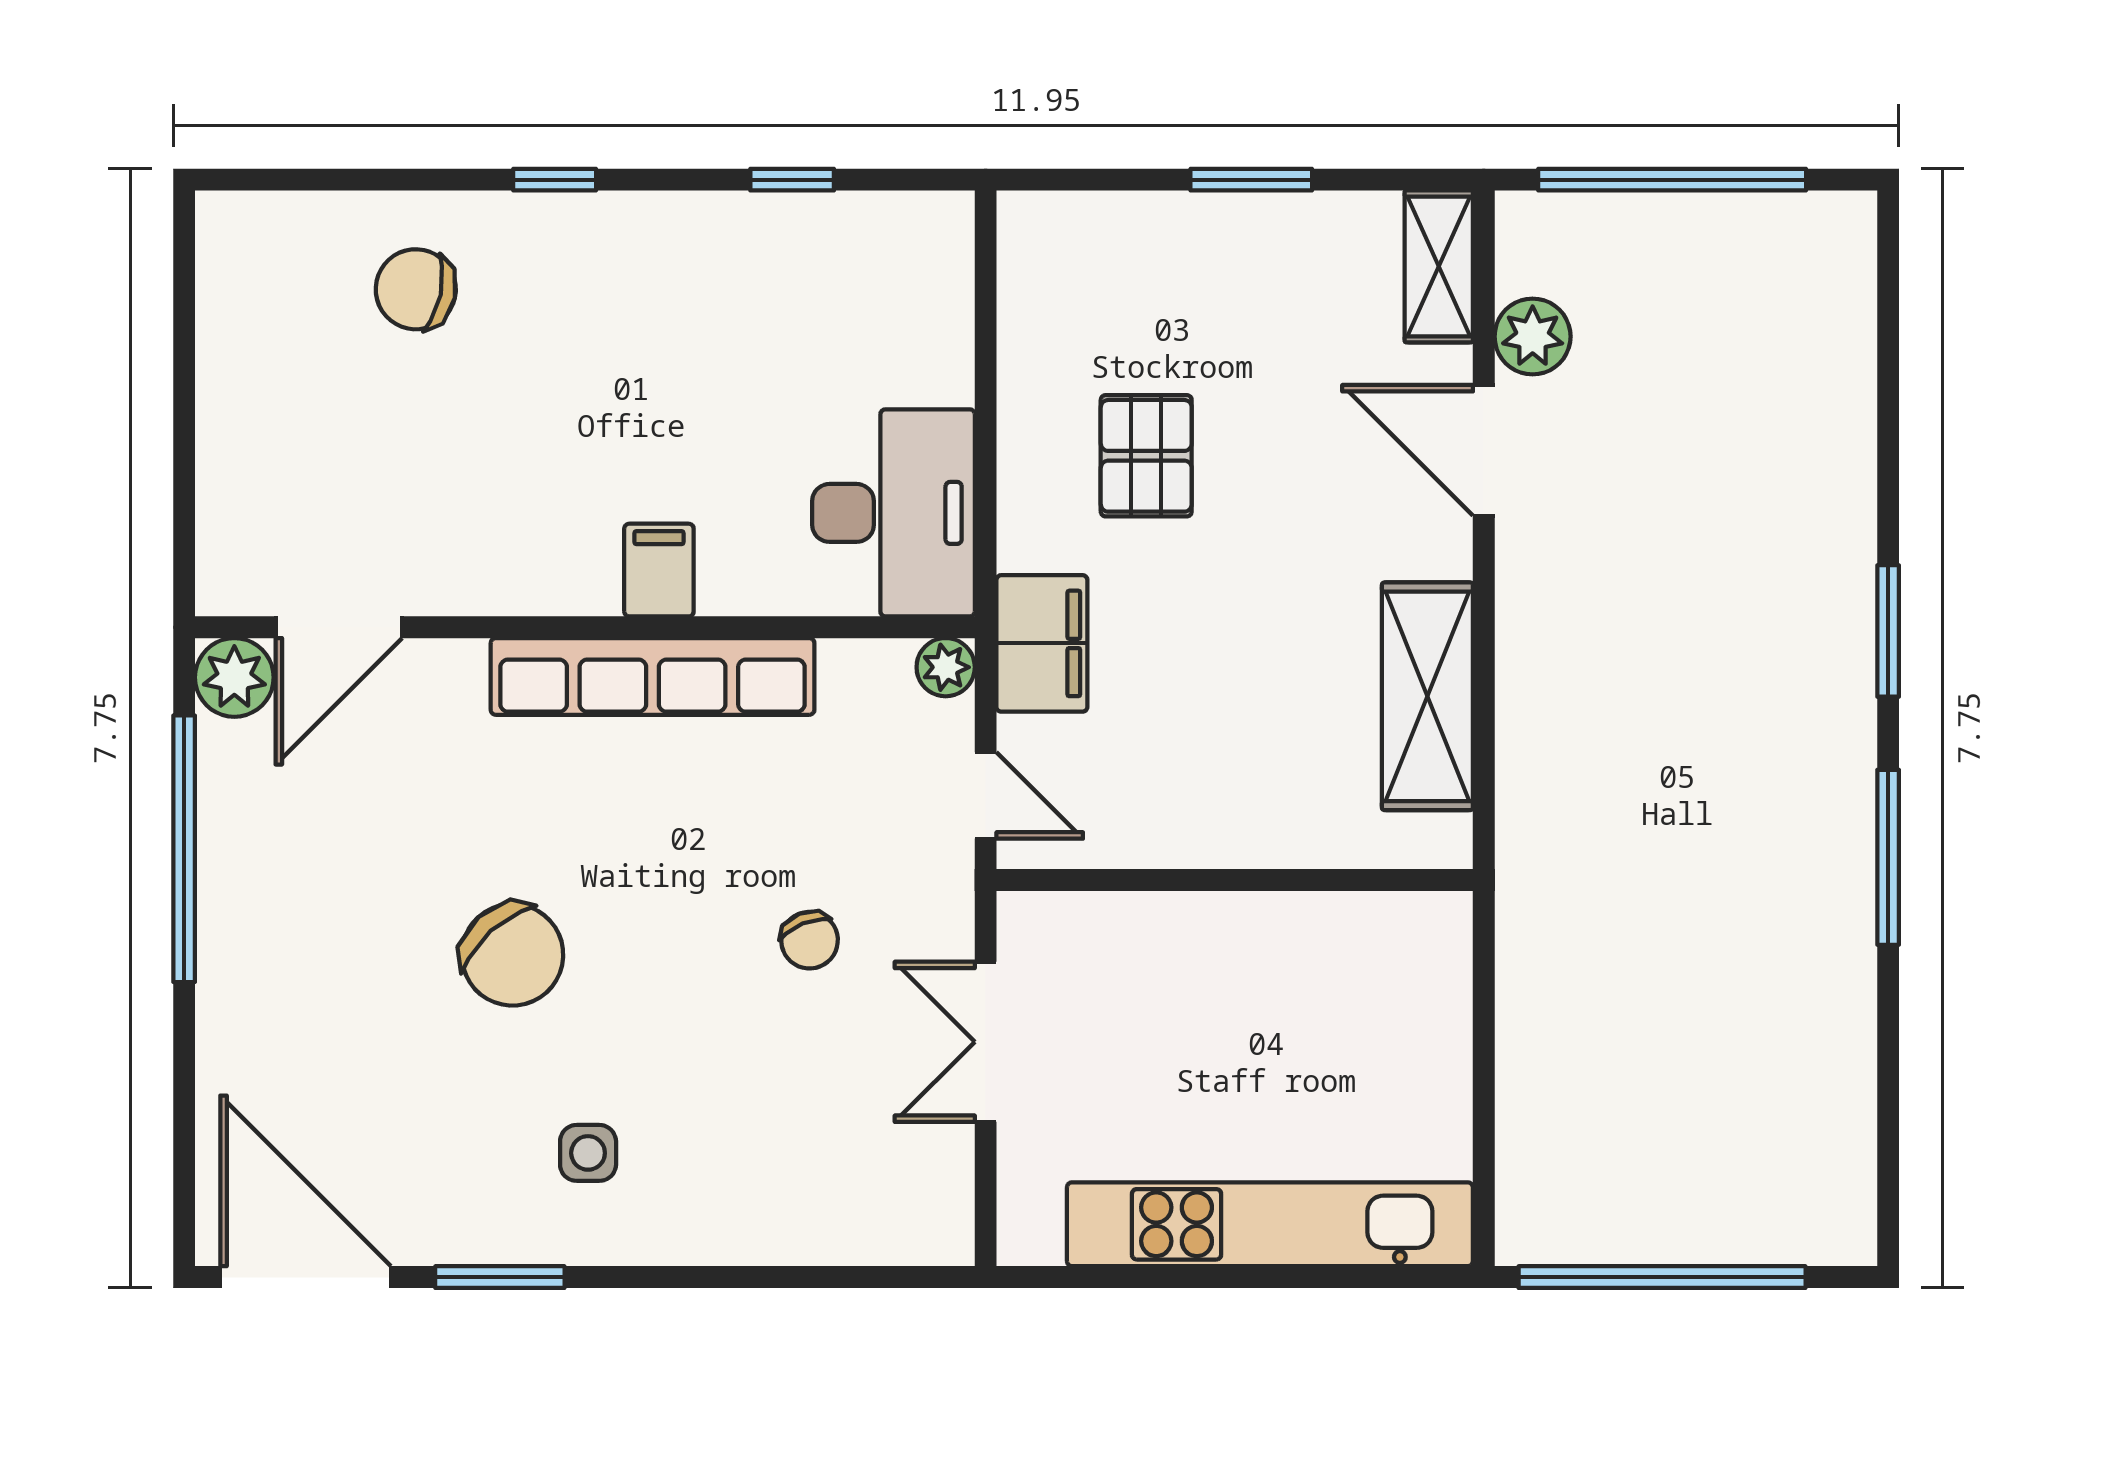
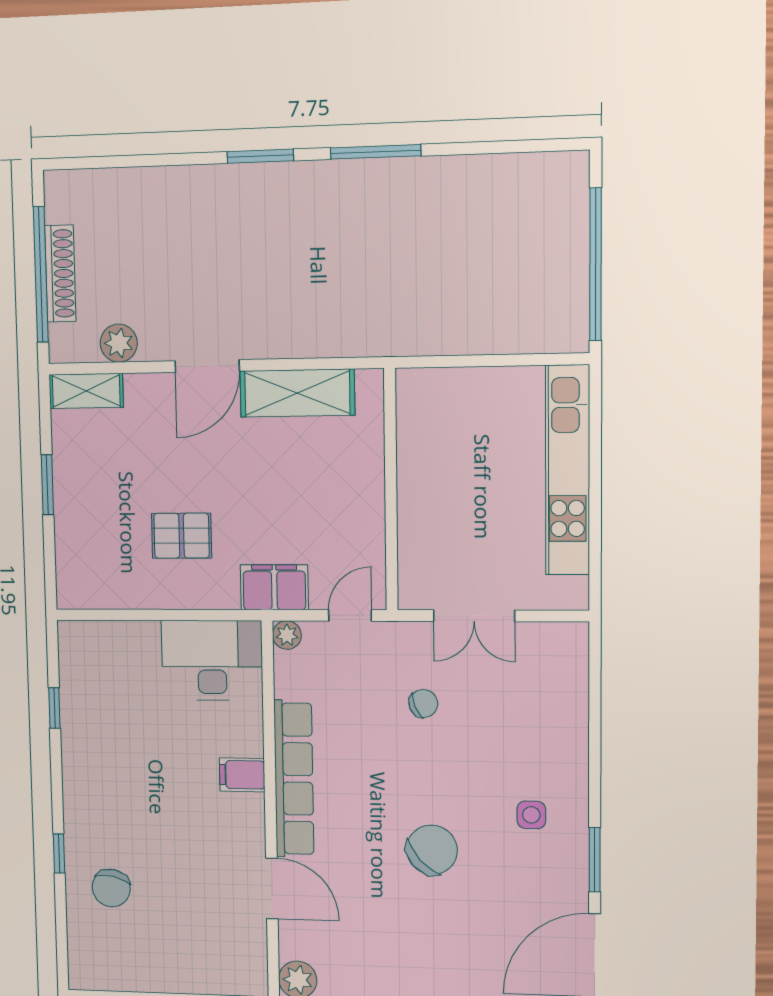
window: (555, 180) -> (59, 854), moved
shoe rack: (1673, 220) -> (60, 274), added
door: (1484, 450) -> (207, 366), moved
door: (339, 627) -> (272, 888), moved

